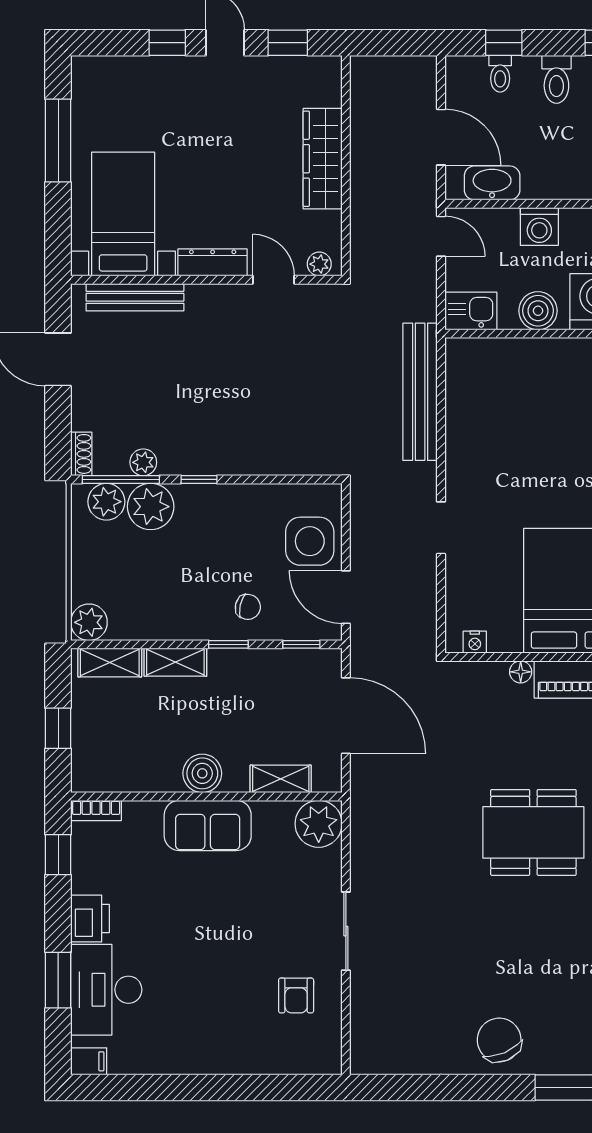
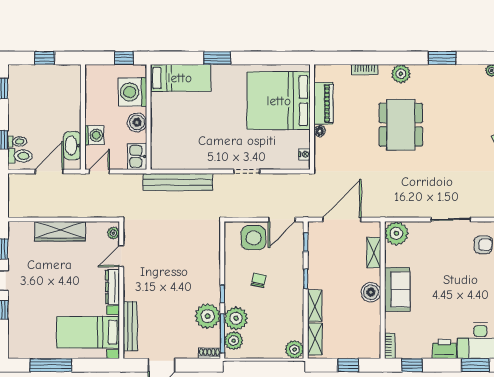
toilet: (556, 79) -> (20, 156), moved
washing machine: (539, 226) -> (94, 135), moved
plant: (143, 462) -> (208, 316), width x1.87, depth x1.87
chair: (248, 607) -> (259, 280), moved

